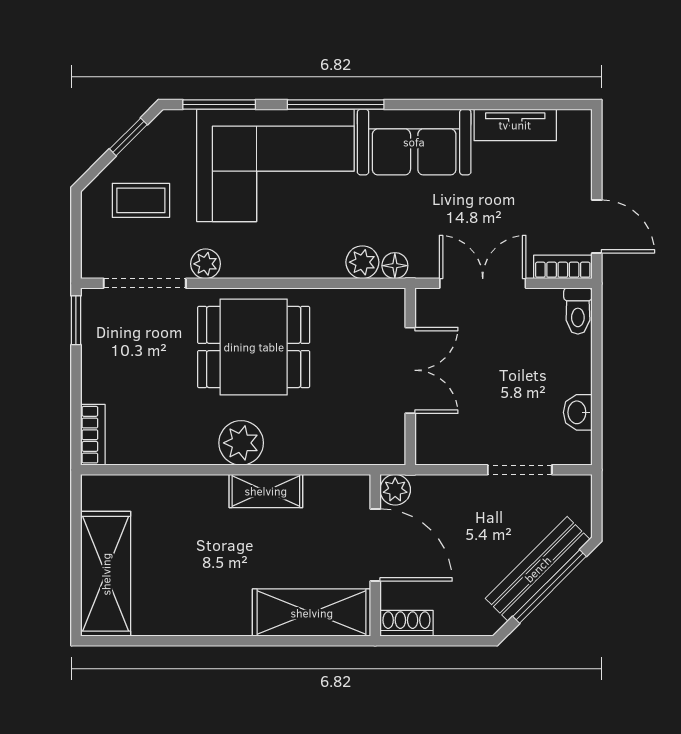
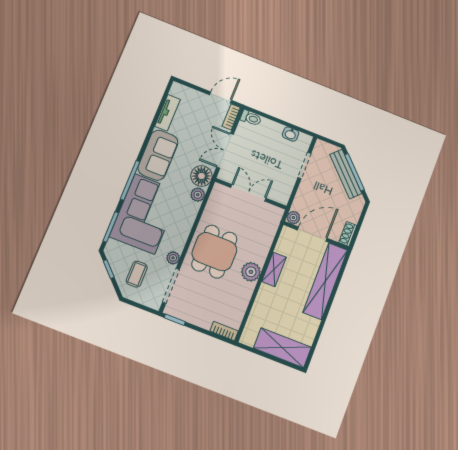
floor lamp: (395, 266) -> (201, 176), width x1.89, depth x1.89
shelving: (312, 613) -> (325, 281), width x1.47

